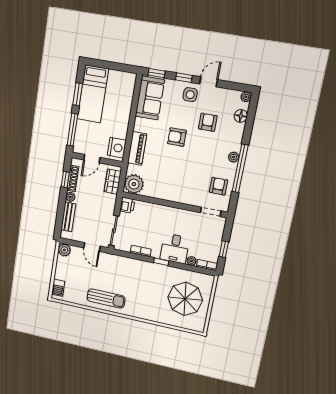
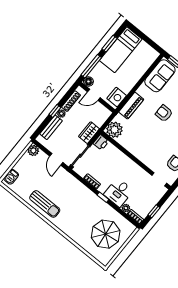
floor lamp: (79, 148) -> (88, 81), added
window: (65, 179) -> (55, 111), moved
wardrobe: (113, 182) -> (89, 133), moved

